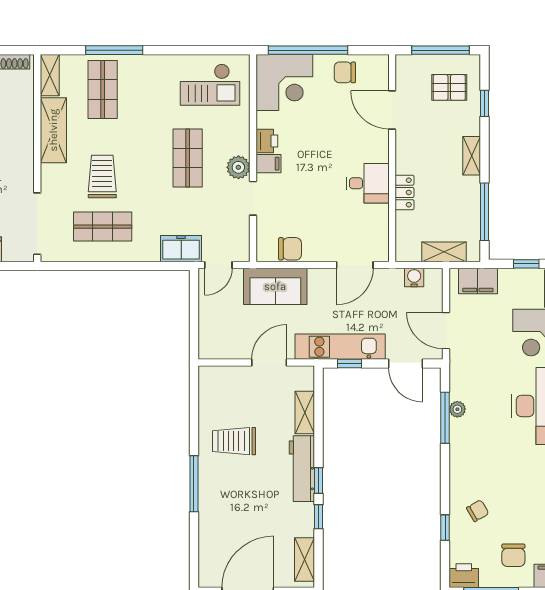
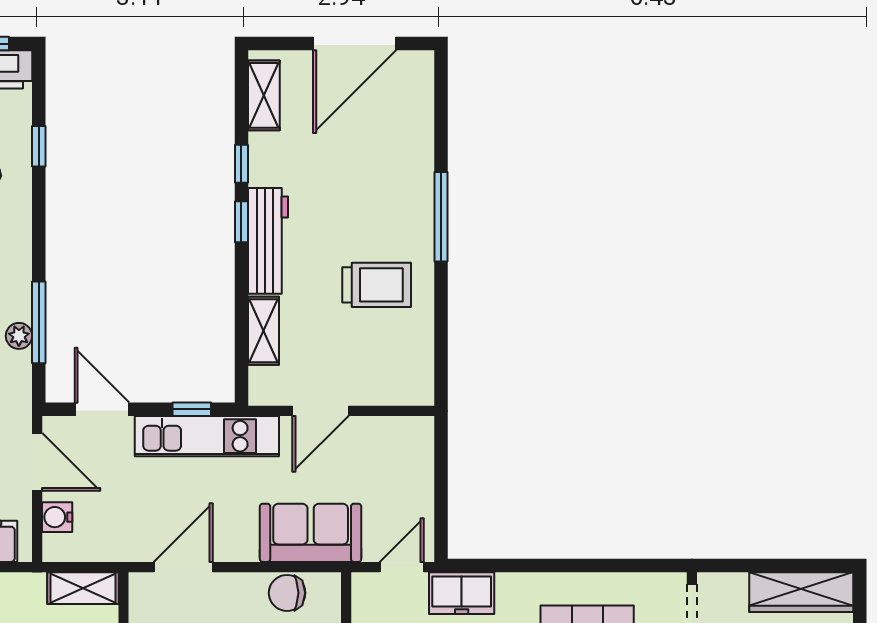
shelving: (444, 252) -> (83, 588), moved
water cooler: (414, 277) -> (57, 517), moved, turned 90

